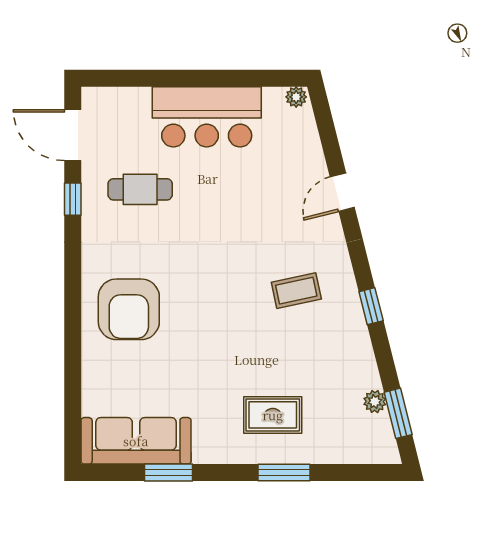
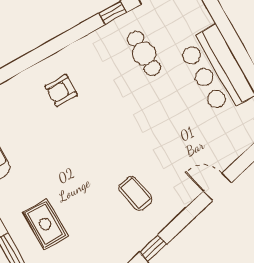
armchair: (129, 309) -> (61, 90), width x0.53, depth x0.53

